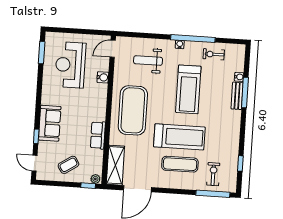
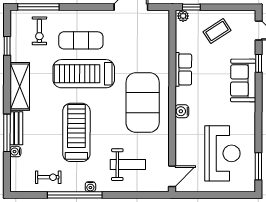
water cooler: (103, 77) -> (182, 111), moved
shelving: (115, 165) -> (20, 86), moved

